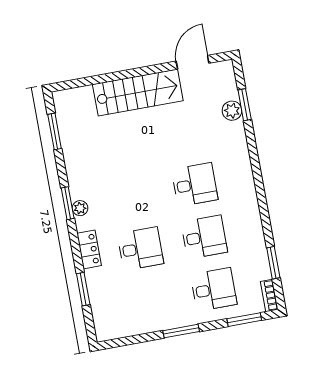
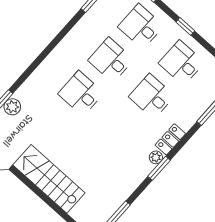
locker: (89, 249) -> (170, 139), moved
desk: (150, 301) -> (182, 63), added
window: (181, 331) -> (185, 26), width x0.67

